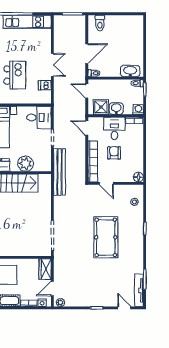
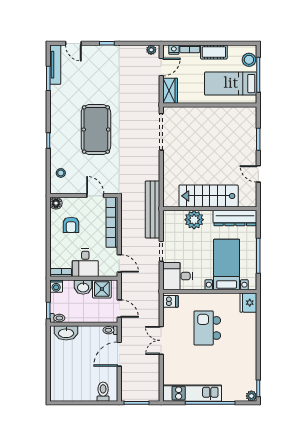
dishwasher: (45, 85) -> (170, 301), moved
armchair: (114, 153) -> (71, 225), moved

